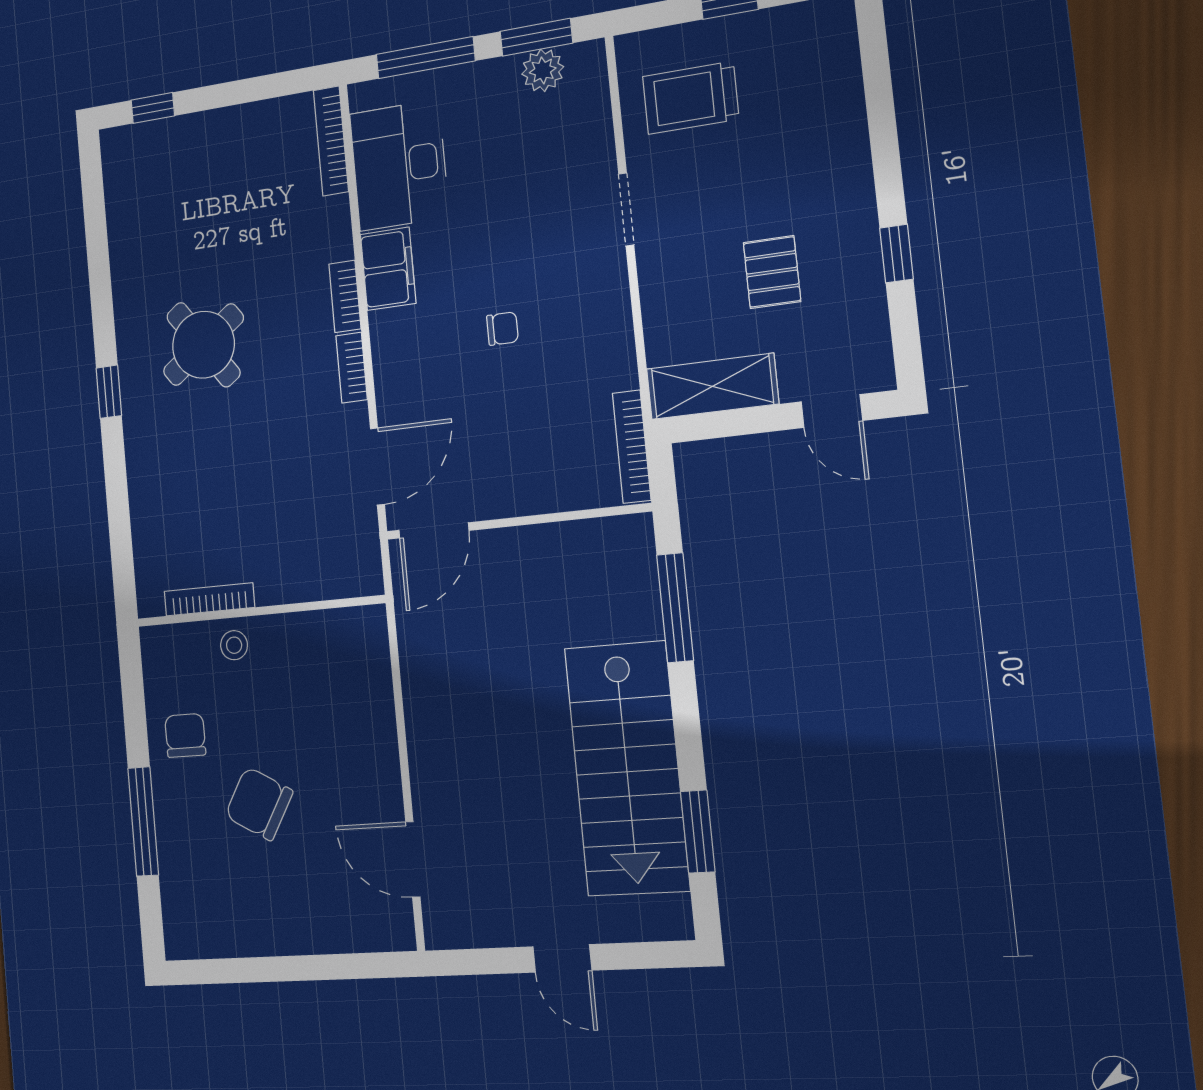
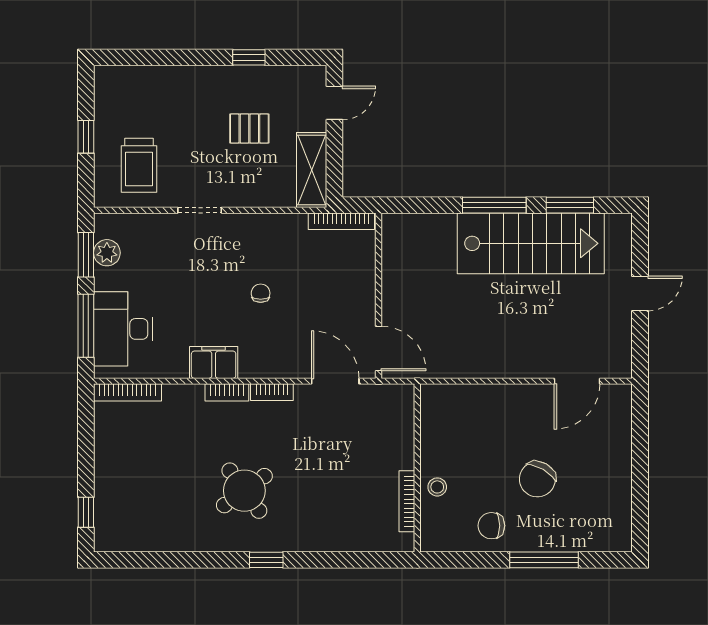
desk: (399, 165) -> (123, 329), moved, turned 90
window: (675, 608) -> (494, 205), moved

